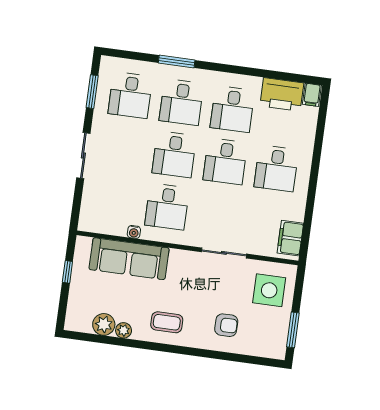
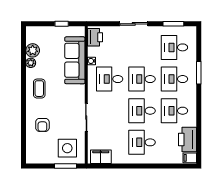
printer: (97, 221) -> (95, 37), added
window: (293, 330) -> (65, 166), moved

